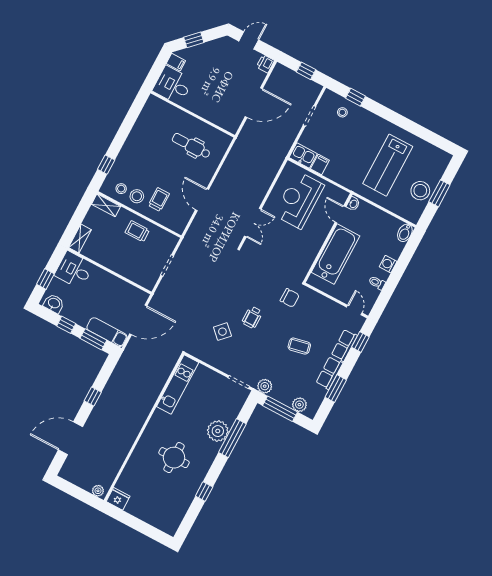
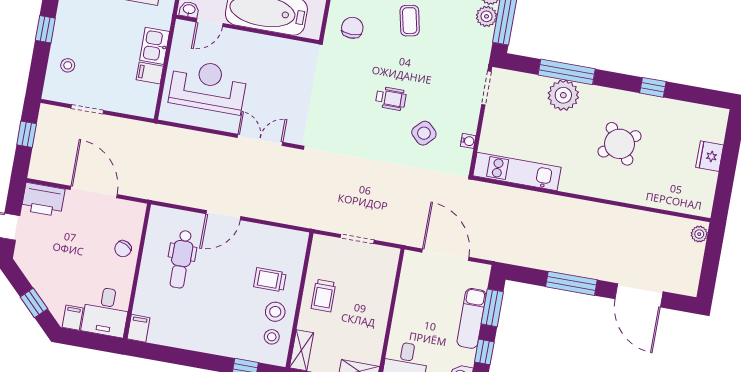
printer: (265, 64) -> (43, 200), width x1.87, depth x1.48
window: (355, 97) -> (45, 29), moved
filing cabinet: (155, 103) -> (138, 328), added
chair: (210, 110) -> (123, 249), added
kitchen sink: (303, 156) -> (155, 46), moved
door: (202, 200) -> (223, 215), moved
reception desk: (299, 200) -> (208, 86), turned 180
chair: (290, 298) -> (352, 28), moved
exam couch: (107, 332) -> (472, 318), moved
water cooler: (208, 359) -> (468, 141), added
plant: (265, 386) -> (487, 16), moved
window: (93, 397) -> (571, 283), width x2.17
round table: (174, 458) -> (620, 144), turned -36
fridge: (118, 499) -> (710, 156), moved

